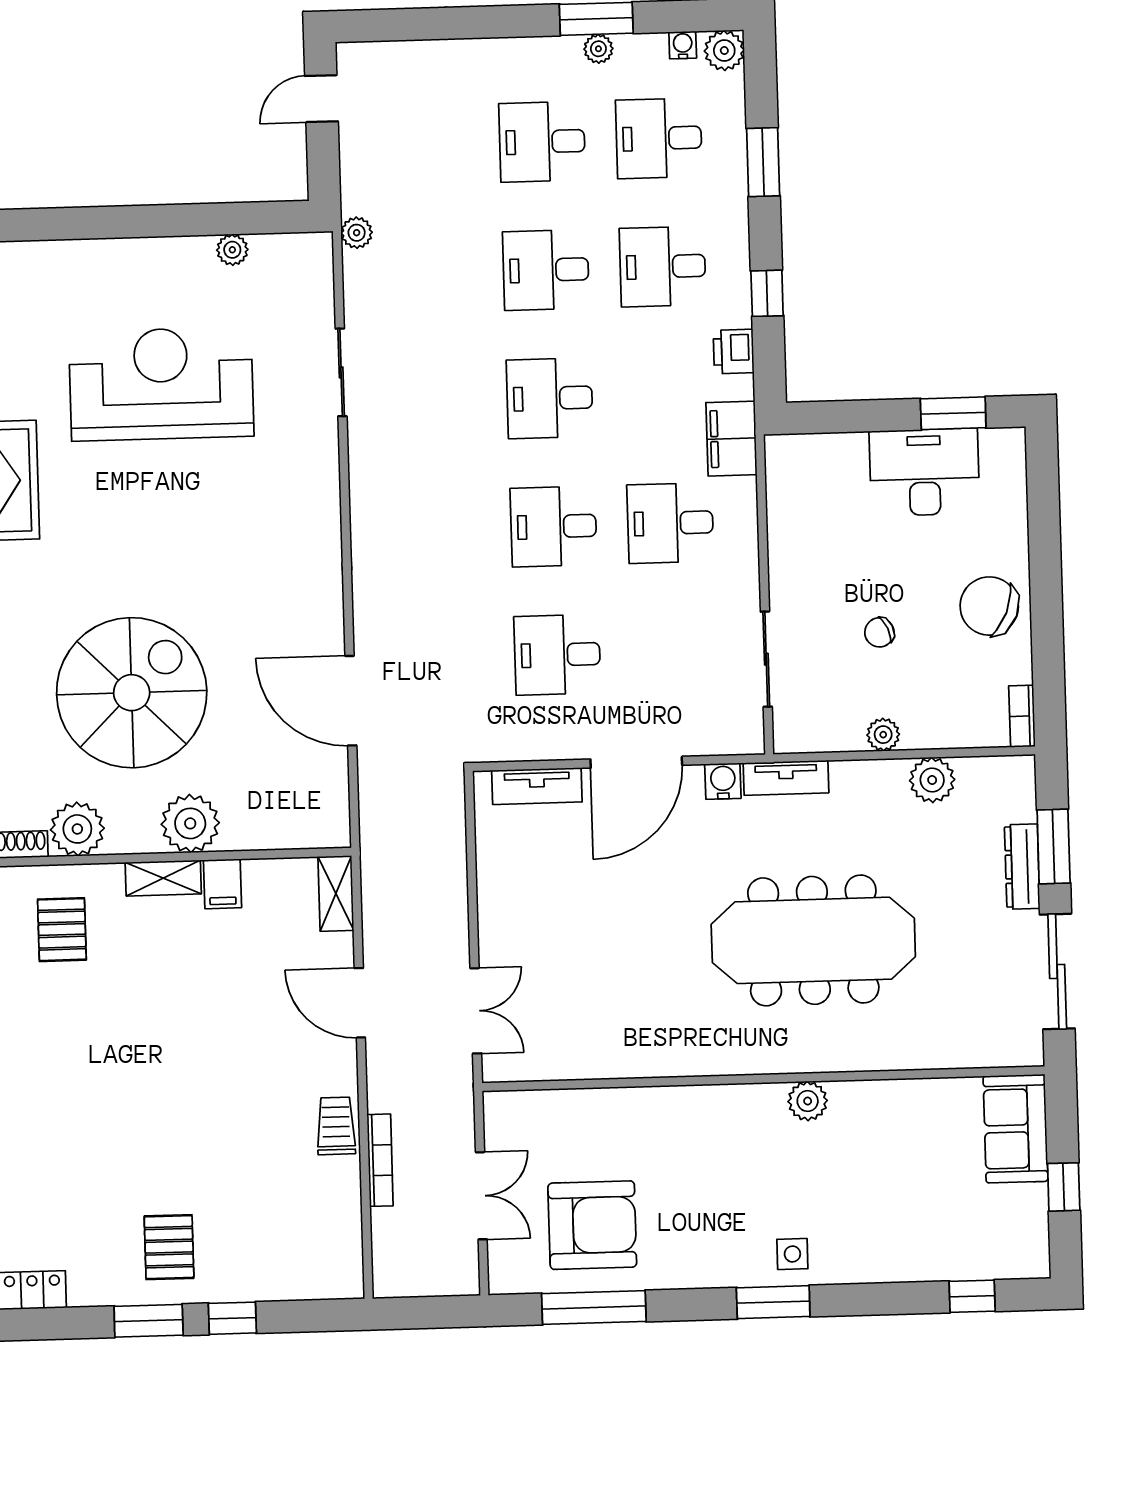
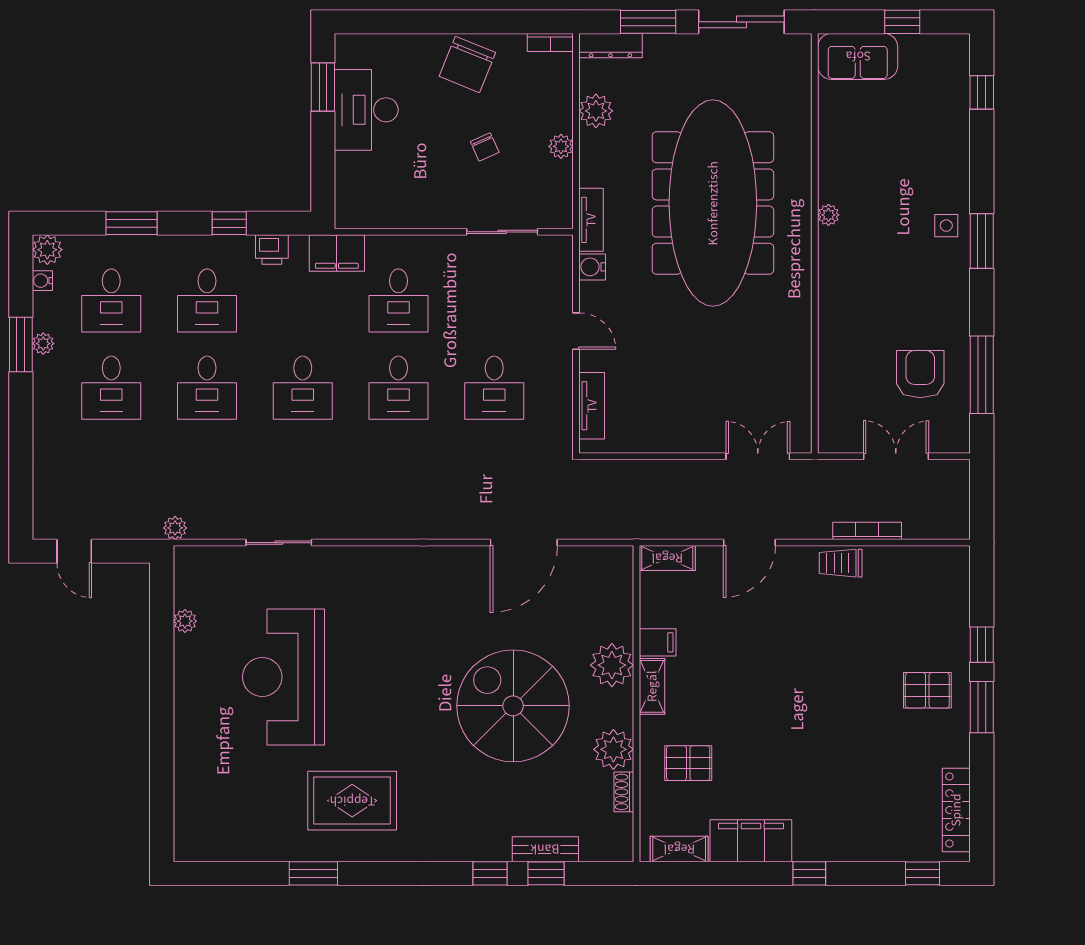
door: (636, 762) -> (576, 331), width x0.53
dresser: (1022, 867) -> (610, 46), moved
meeting table: (813, 940) -> (713, 203), width x1.36, depth x1.27
plant: (808, 1101) -> (828, 215), width x0.73, depth x0.73
armchair: (592, 1225) -> (920, 374), width x0.73, depth x0.73

